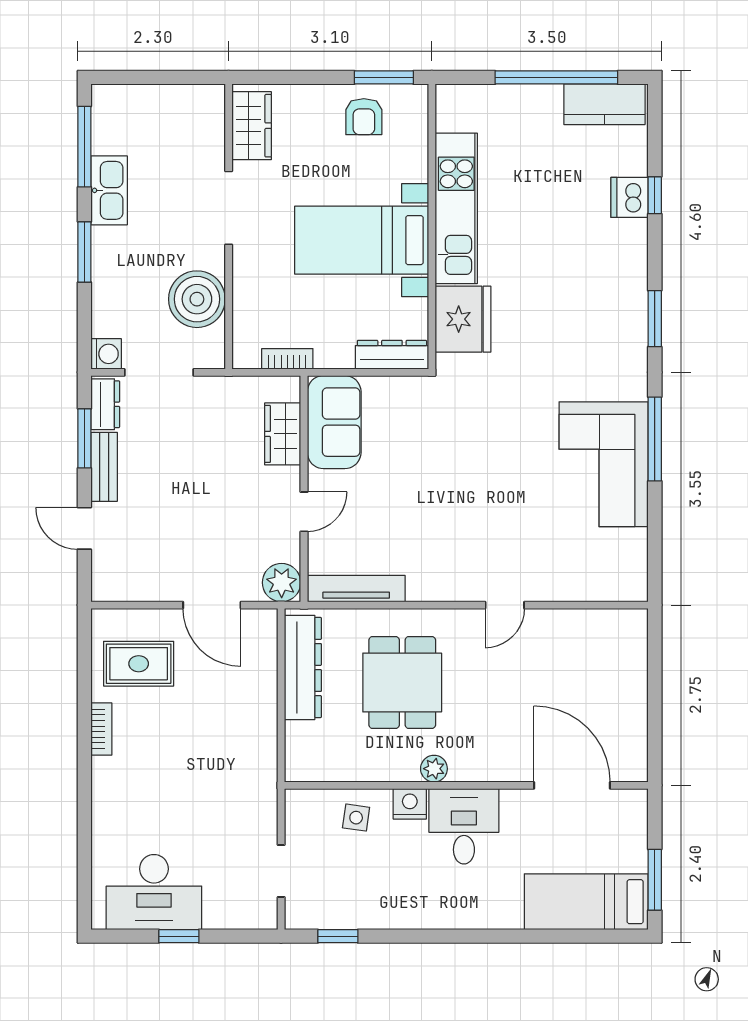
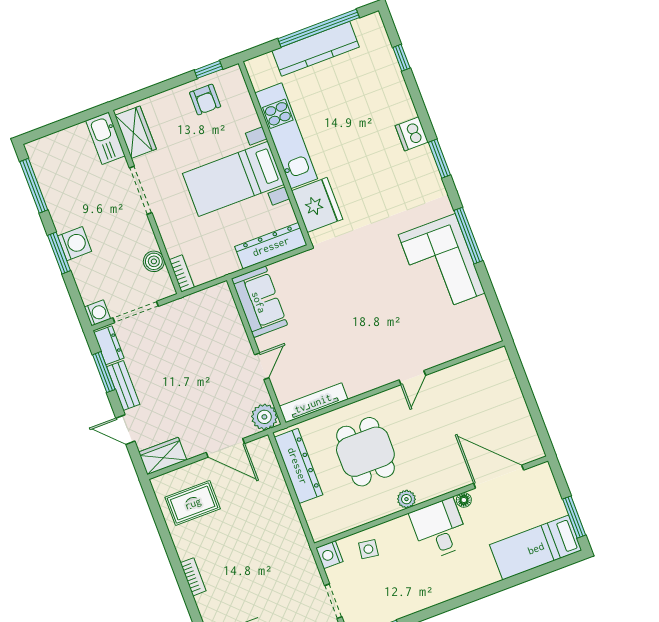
window: (384, 77) -> (208, 70), width x0.67
kitchen counter: (604, 104) -> (316, 49), moved, width x1.50
kitchen sink: (109, 190) -> (105, 138), moved, turned 180
window: (655, 195) -> (401, 58), moved
dishwasher: (629, 197) -> (412, 134), moved
washing machine: (110, 247) -> (75, 244), added
boiler: (197, 299) -> (154, 261), width x0.54, depth x0.54
dresser: (392, 355) -> (271, 246), width x1.37, depth x1.24
bookcase: (287, 359) -> (182, 274), moved, turned 90
wardrobe: (283, 434) -> (163, 456), moved, turned 90
bookcase: (101, 729) -> (193, 577), moved
floor lamp: (512, 799) -> (464, 500), added
nightstand: (410, 804) -> (329, 555), moved, turned -90

